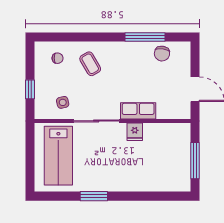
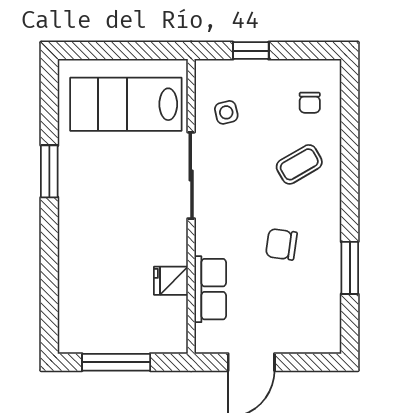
window: (145, 37) -> (350, 268), width x0.69
chair: (162, 54) -> (281, 244), moved
row of seats: (138, 111) -> (210, 289), moved
fridge: (135, 132) -> (171, 281), moved

